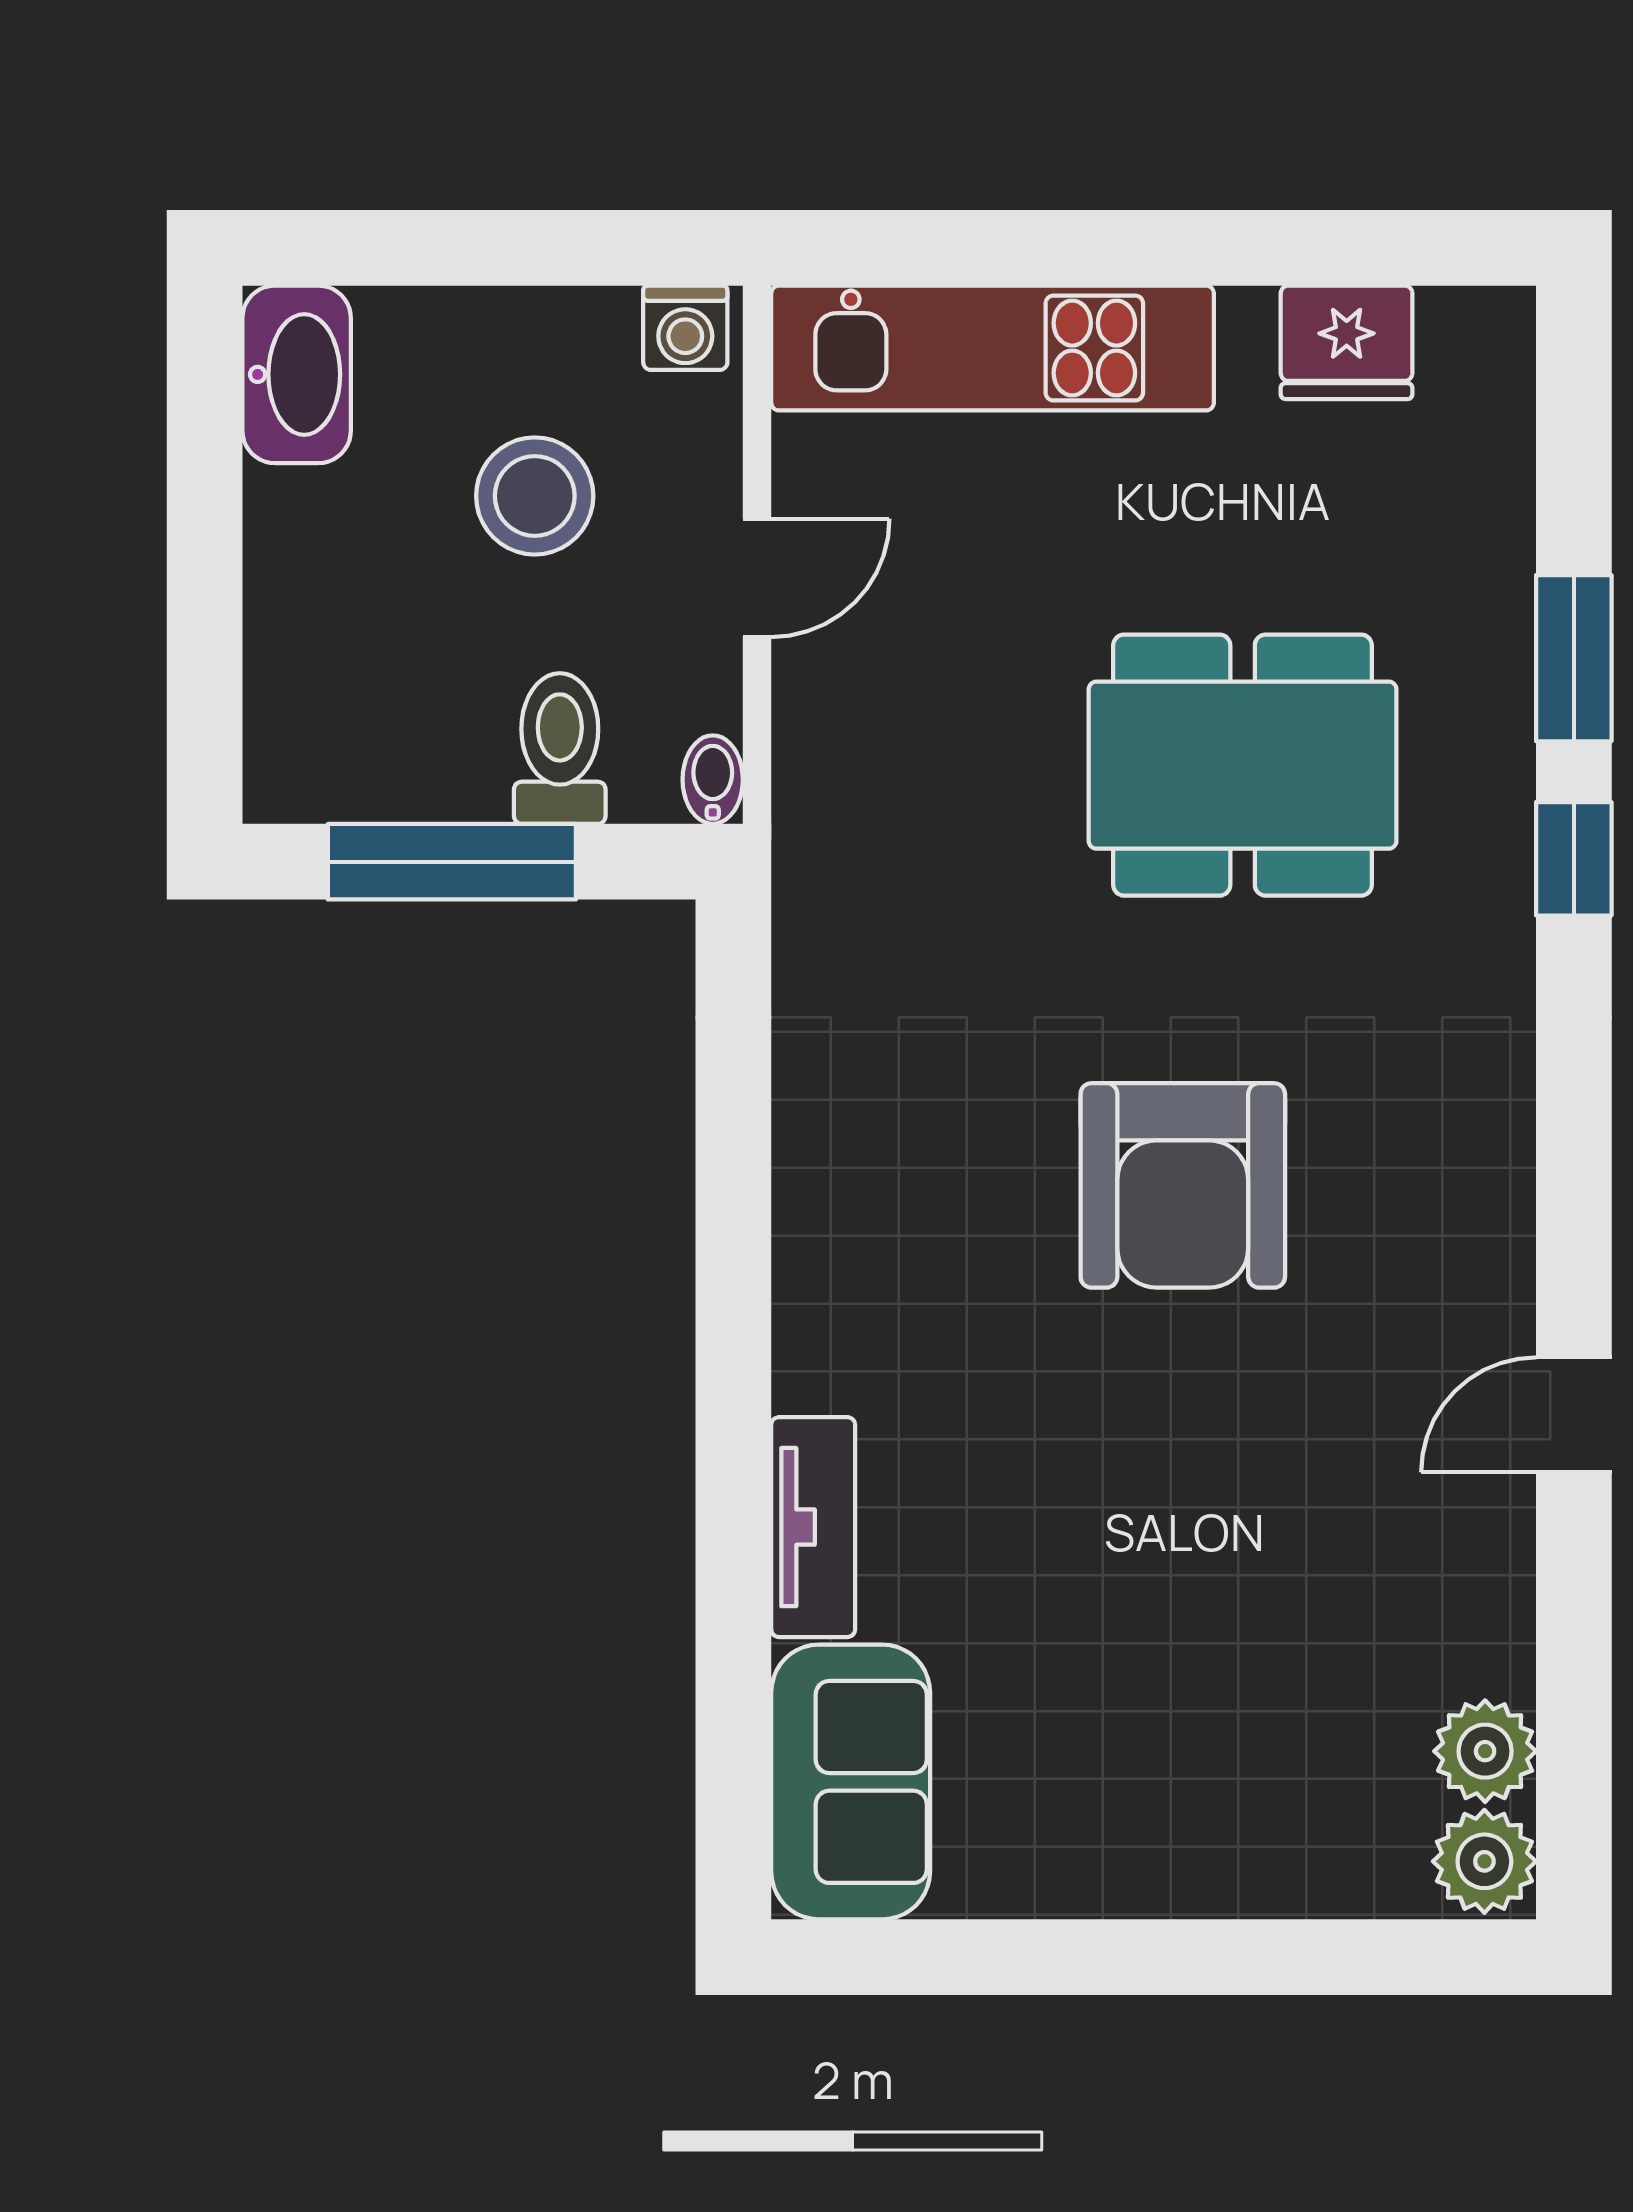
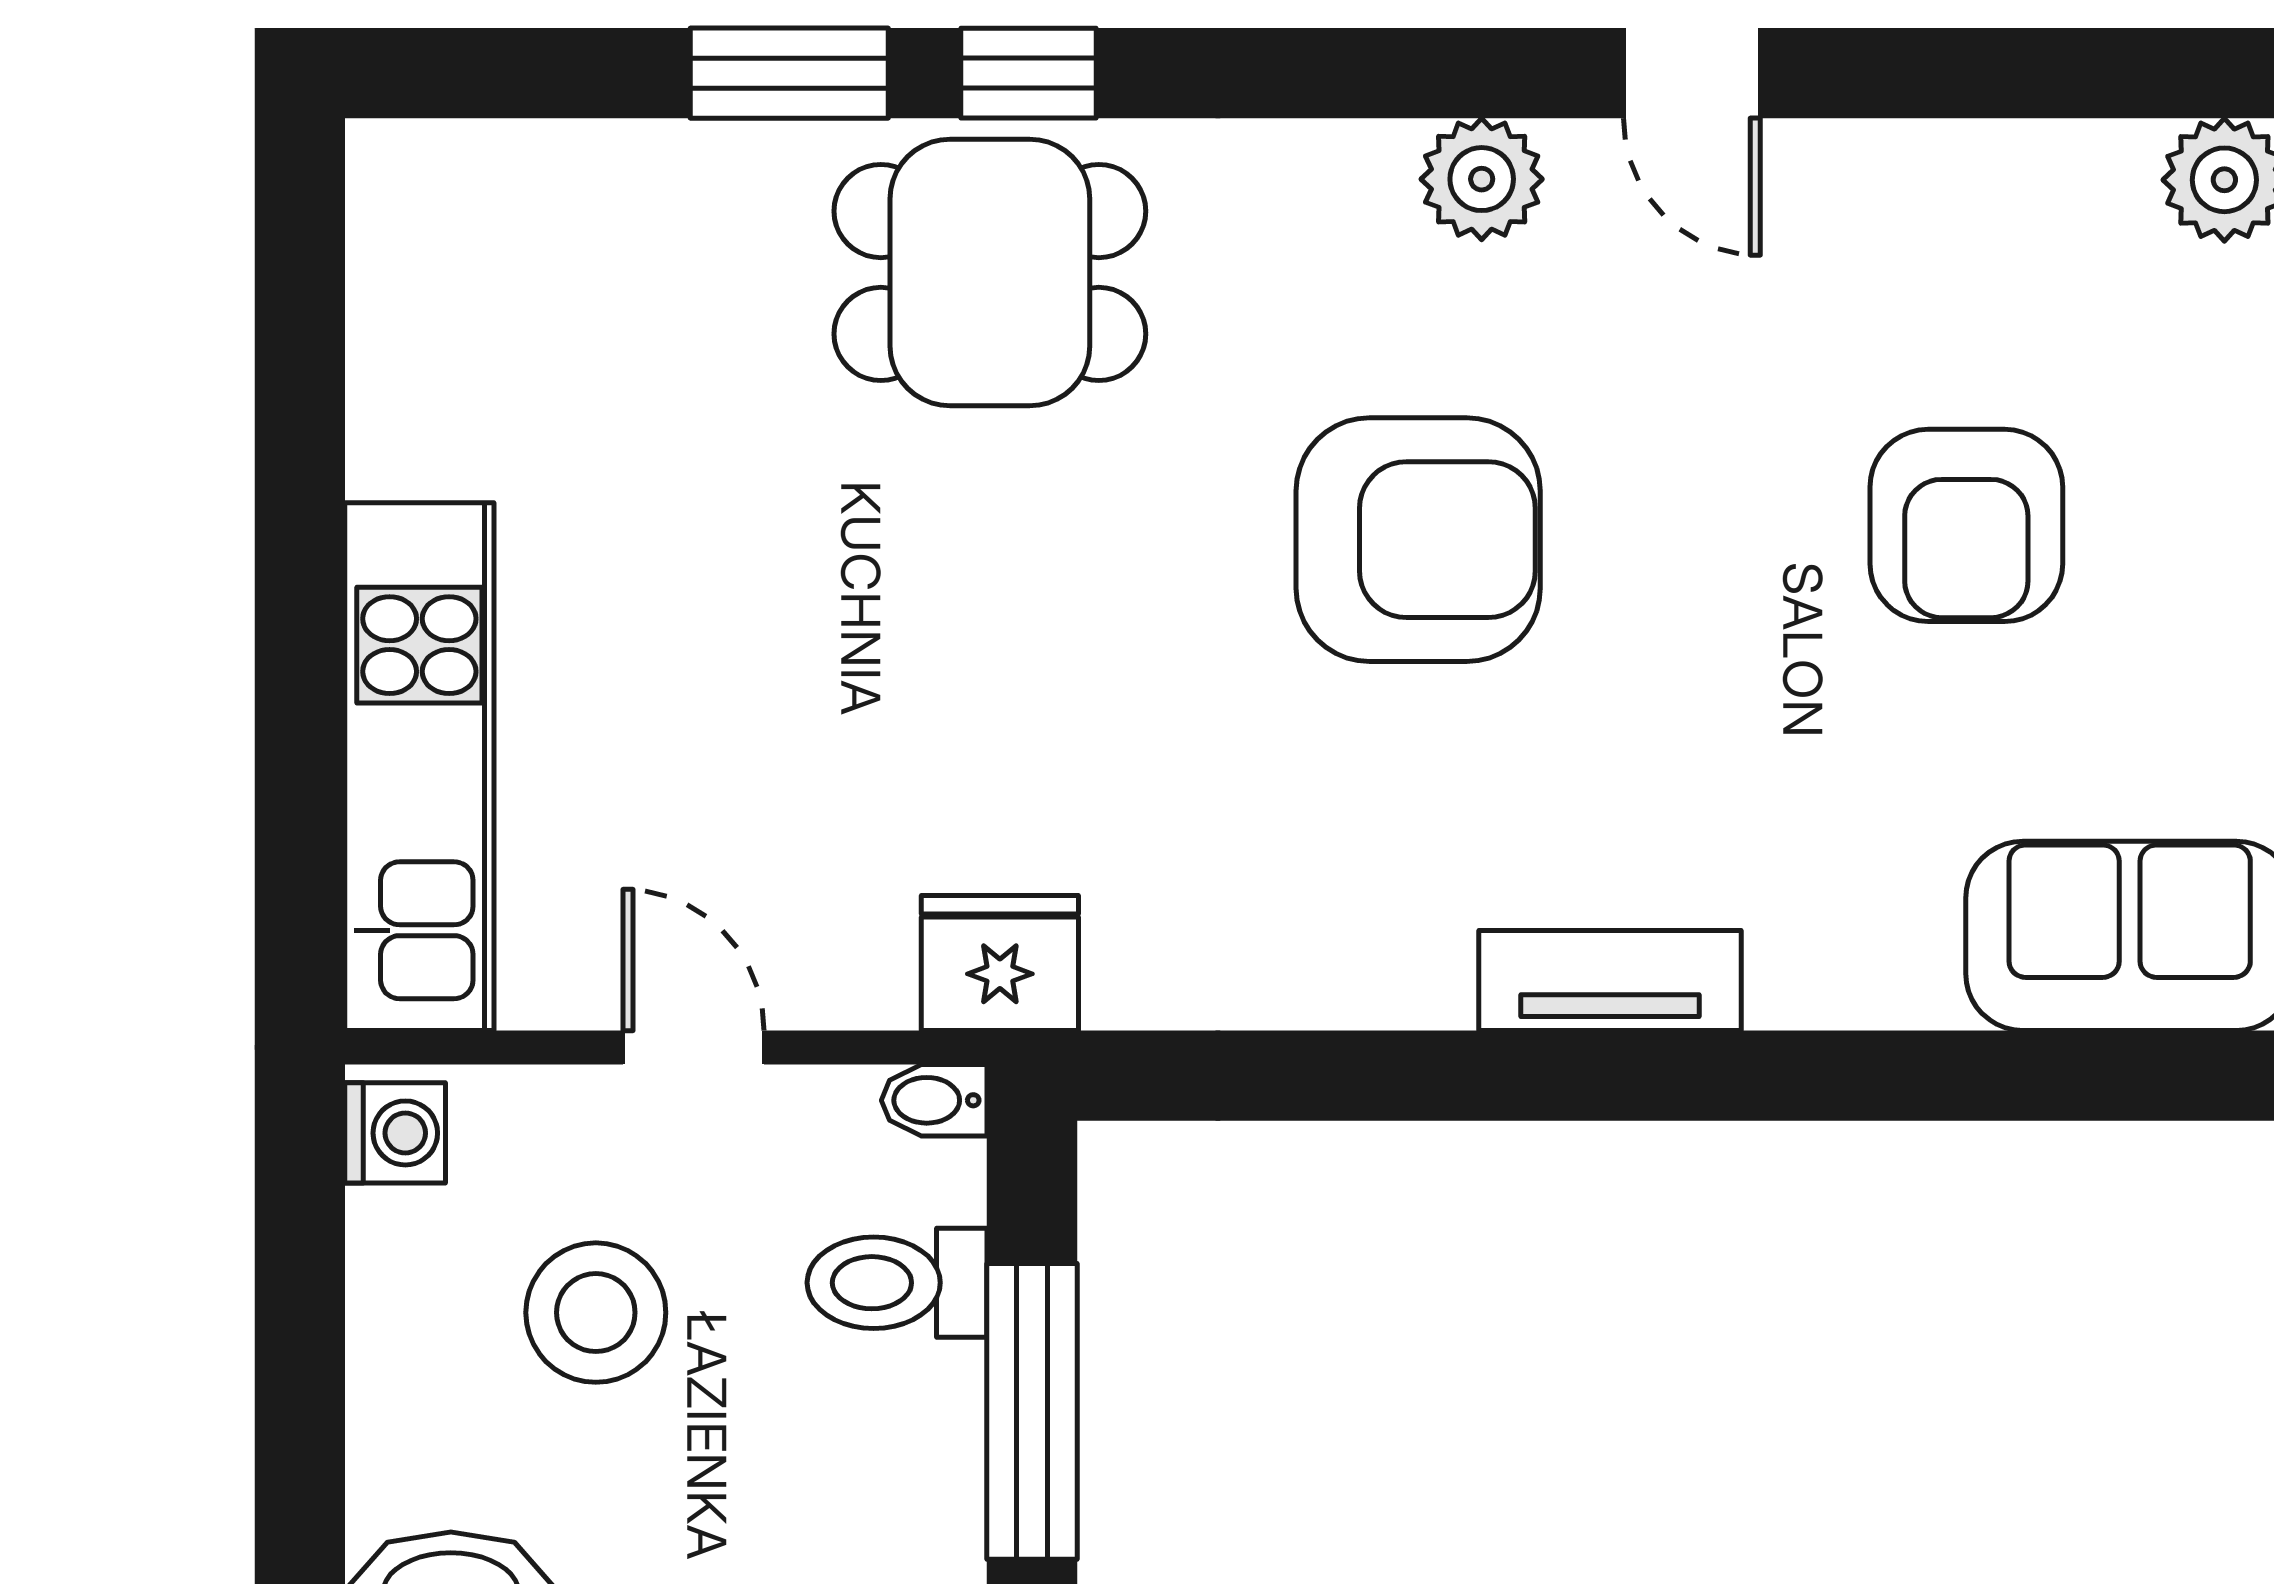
fridge: (1347, 342) -> (1000, 963), moved, turned -90
dining table: (1243, 765) -> (990, 272), moved, width x0.73
tv unit: (813, 1527) -> (1610, 980), moved
armchair: (1195, 1645) -> (1966, 525), added
plant: (1485, 1751) -> (1482, 179), moved

